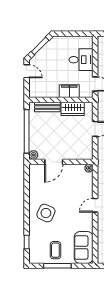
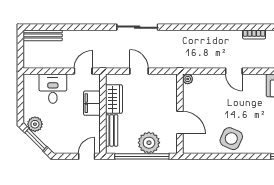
plant: (52, 45) -> (35, 124), added
door: (27, 71) -> (87, 156), moved
plant: (33, 155) -> (149, 143), moved, width x1.88, depth x1.88
side table: (46, 213) -> (231, 139), moved

